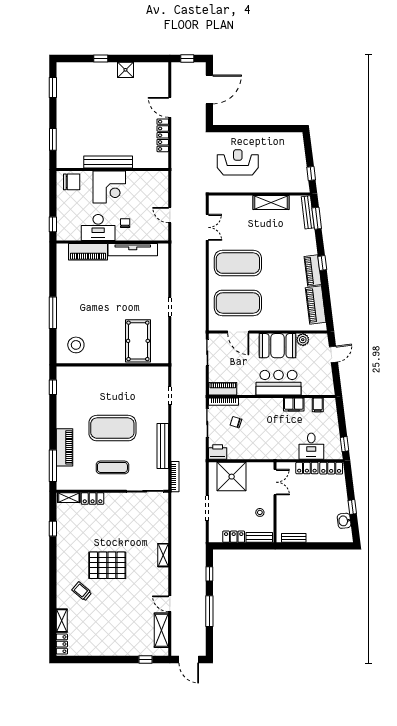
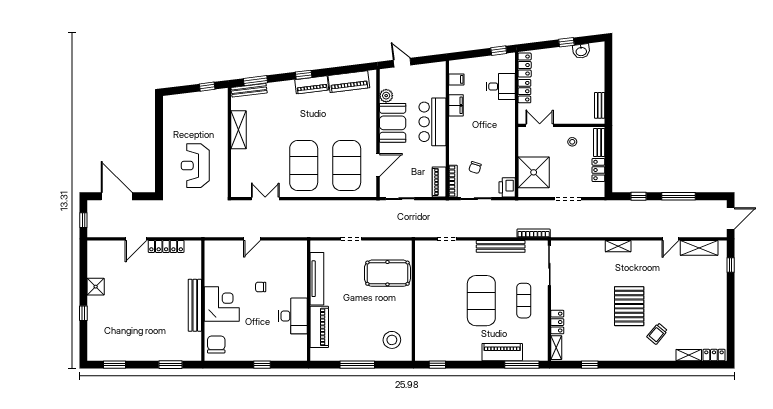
desk: (98, 227) -> (293, 316), moved
wall: (112, 242) -> (309, 301), moved
tv unit: (133, 250) -> (317, 279), moved
piano: (88, 252) -> (319, 327), moved

